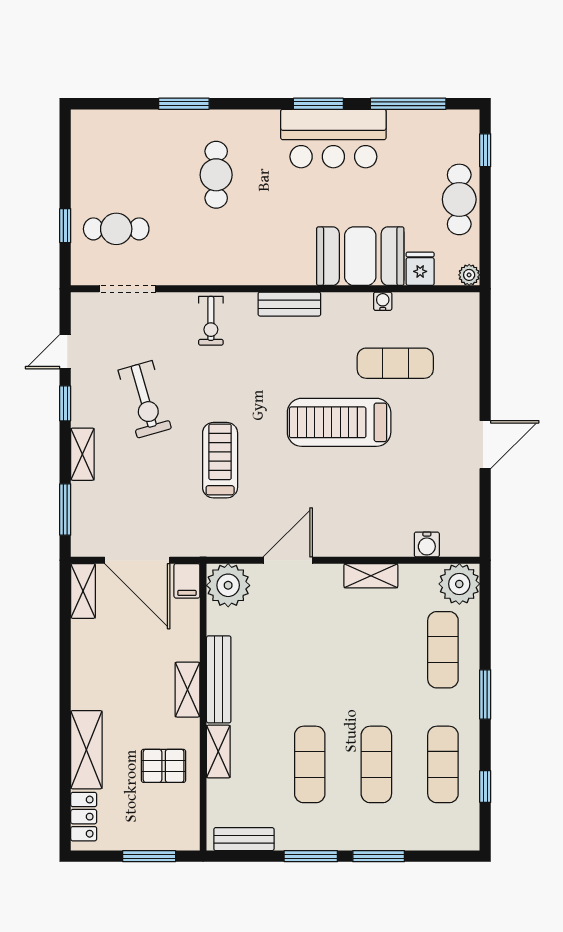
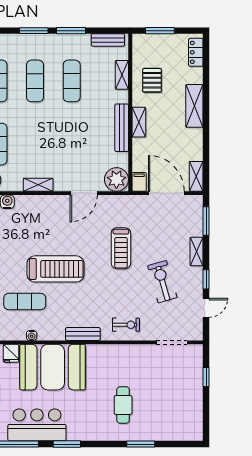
bar counter: (333, 139) -> (37, 425), moved
cafe table: (116, 229) -> (178, 375), removed
booth: (360, 256) -> (53, 367), width x1.36, depth x1.42
exercise bike: (211, 321) -> (126, 325), turned 90
shelving: (86, 750) -> (194, 106), moved
shelving: (218, 752) -> (122, 75), moved
pallet: (164, 766) -> (152, 80), turned 90

